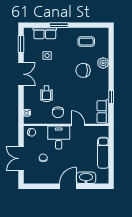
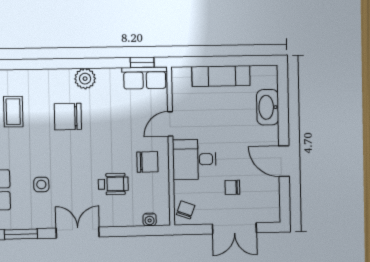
plant: (103, 63) -> (85, 79), moved
chair: (83, 70) -> (68, 117), turned 90
window: (111, 97) -> (142, 62), moved
door: (68, 186) -> (284, 161), moved

